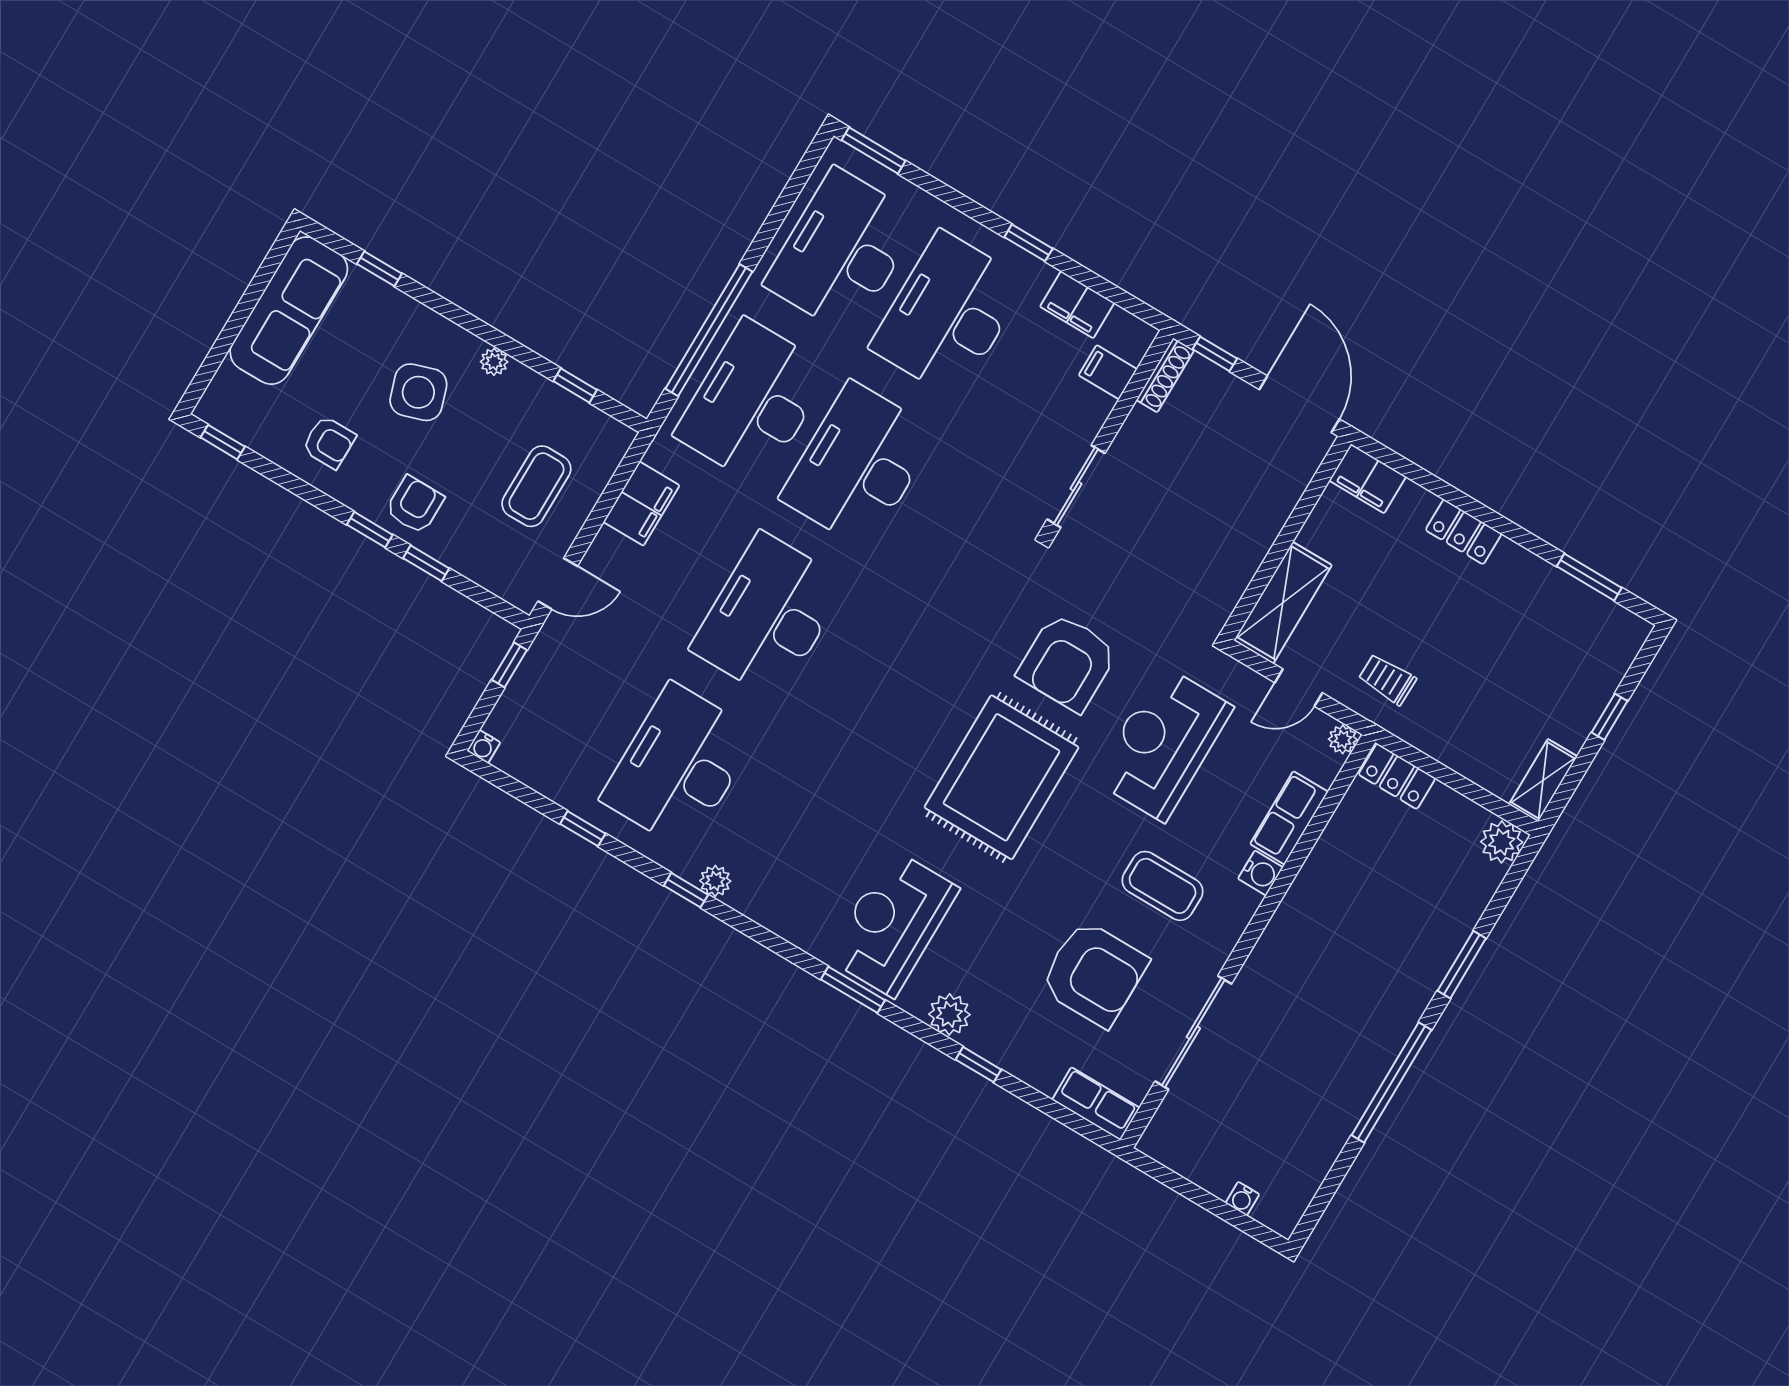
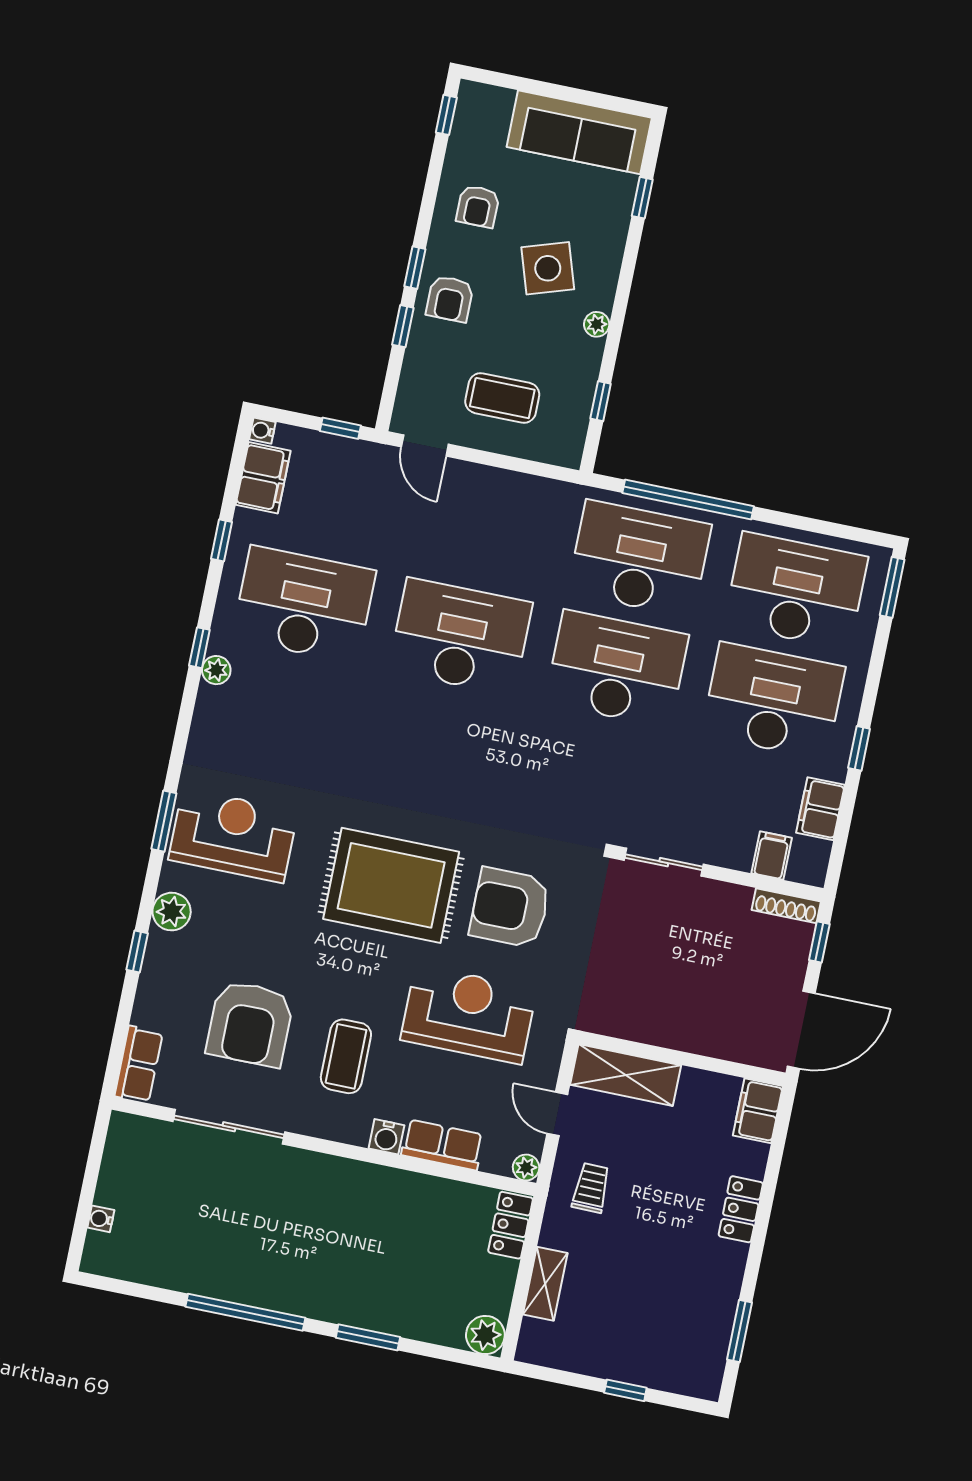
filing cabinet: (641, 504) -> (263, 478), moved, turned -90
armchair: (415, 505) -> (450, 299), turned 90
shelving: (1543, 780) -> (545, 1284), moved, turned 90

